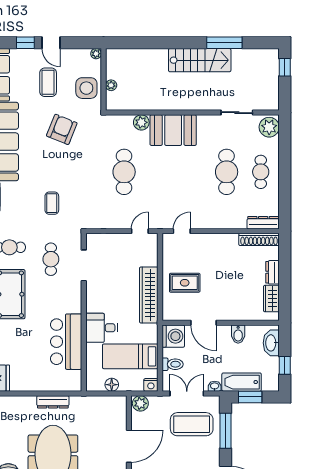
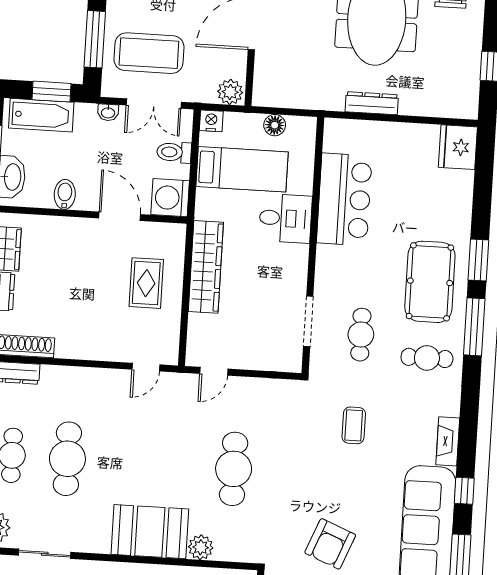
rug: (185, 283) -> (146, 283), turned 90
bathtub: (242, 382) -> (41, 115), moved

